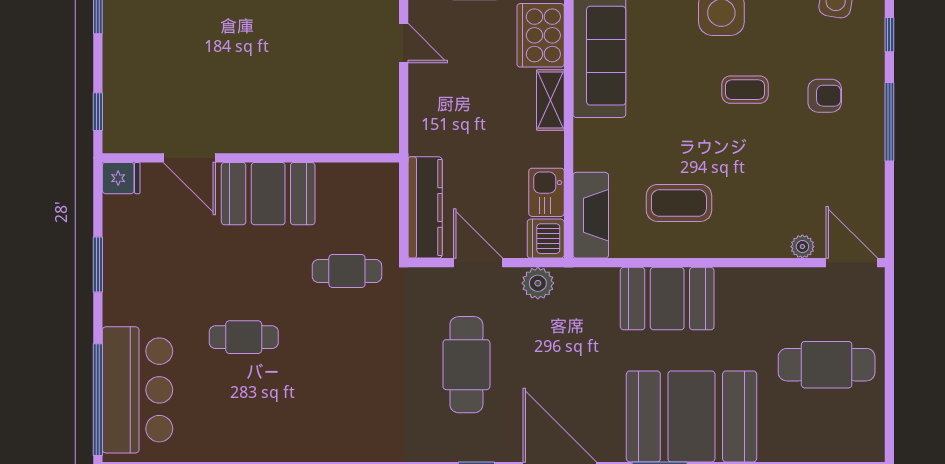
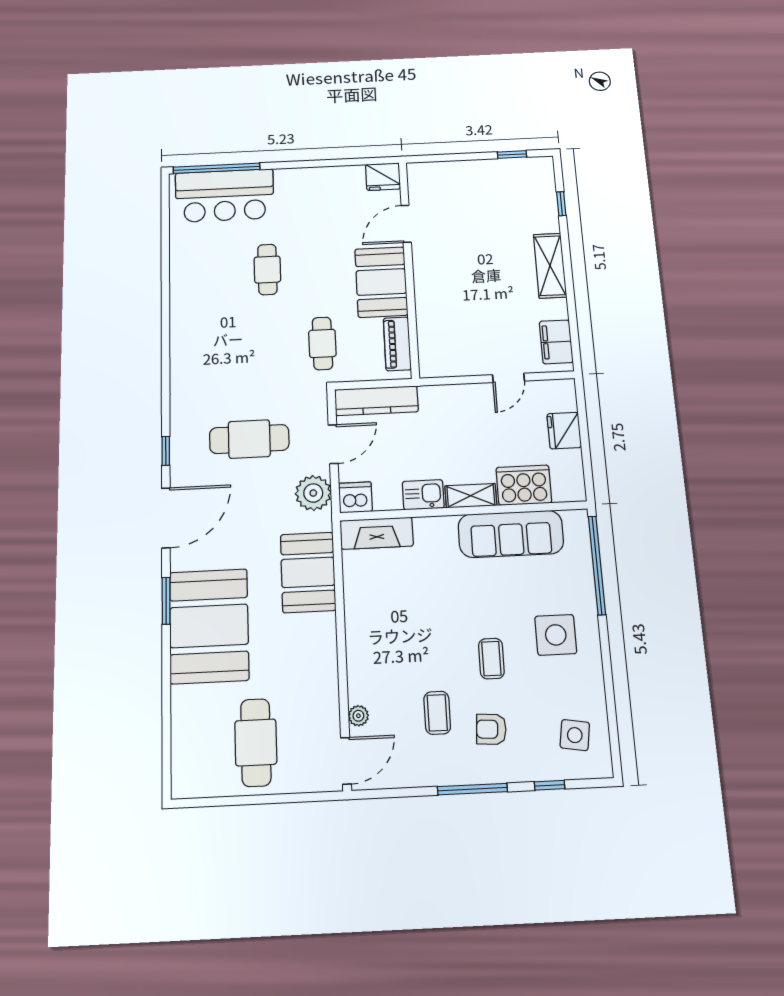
armchair: (825, 96) -> (491, 729), turned 94
window: (98, 112) -> (438, 158), removed
fridge: (121, 178) -> (383, 177), width x1.38
piano: (352, 178) -> (397, 344), added
kitchen sink: (546, 192) -> (423, 495), moved
coffee table: (679, 203) -> (437, 713), moved, width x0.73, depth x0.77
window: (98, 264) -> (320, 163), removed
plant: (538, 283) -> (313, 493), width x1.36, depth x1.36
booth: (667, 299) -> (308, 572), moved

